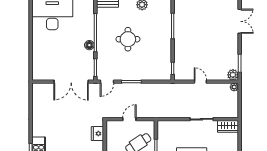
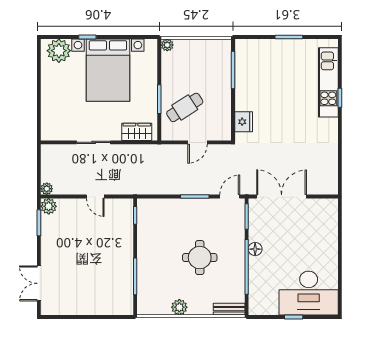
wardrobe: (228, 126) -> (137, 132), moved

